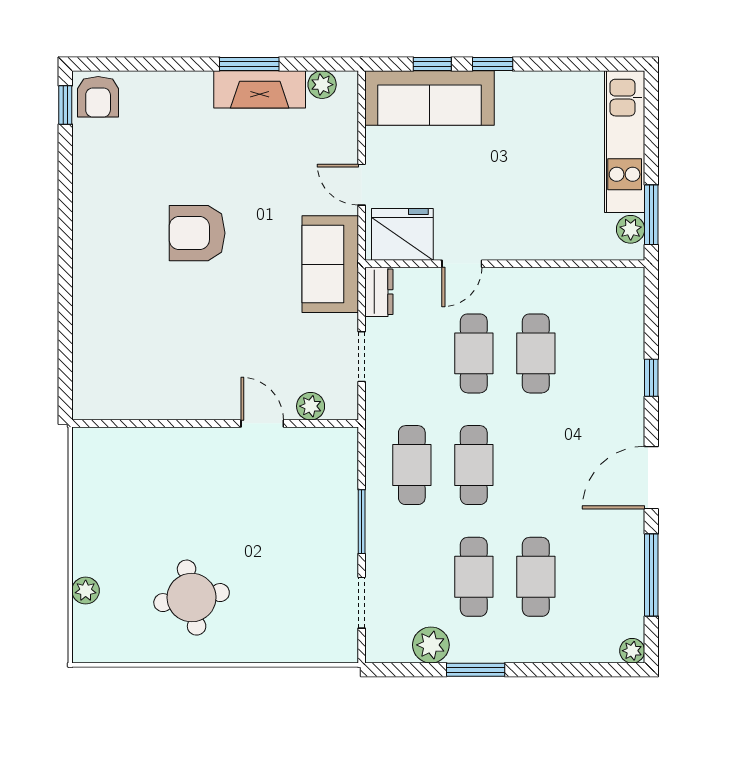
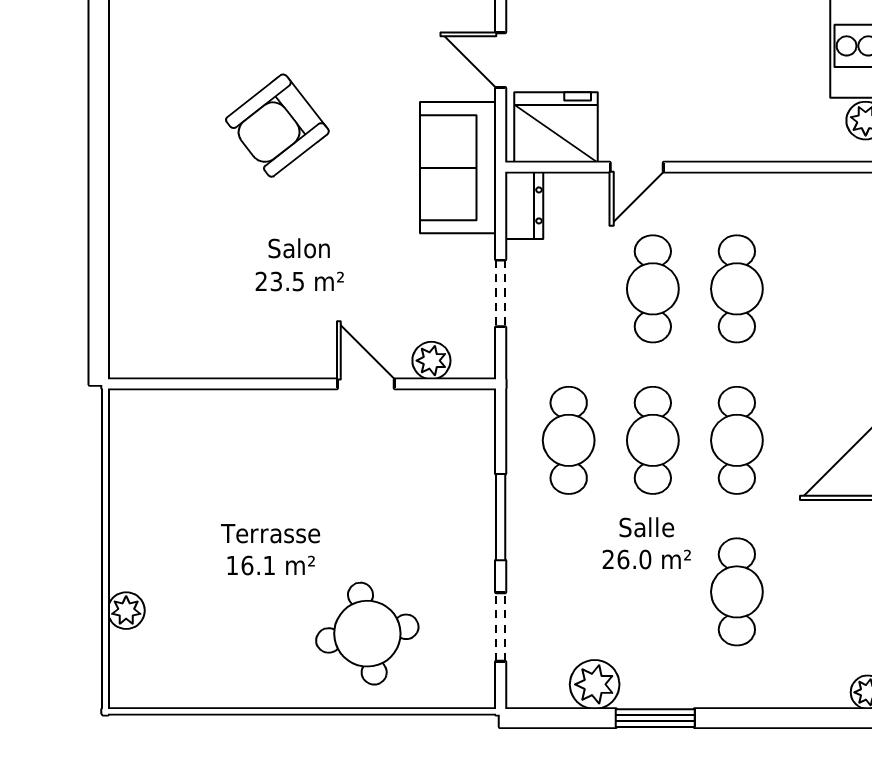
armchair: (197, 233) -> (277, 126), turned -38
cafe table: (474, 577) -> (737, 440), moved
round table: (192, 598) -> (367, 634), moved

